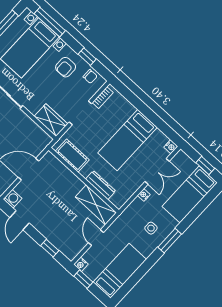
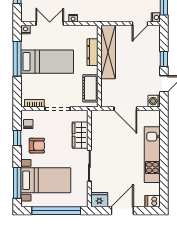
window: (153, 117) -> (17, 59), added
wardrobe: (51, 120) -> (80, 135), moved
shelving: (96, 205) -> (108, 52), width x1.47
door: (96, 238) -> (140, 24), moved
window: (50, 248) -> (164, 59), moved

